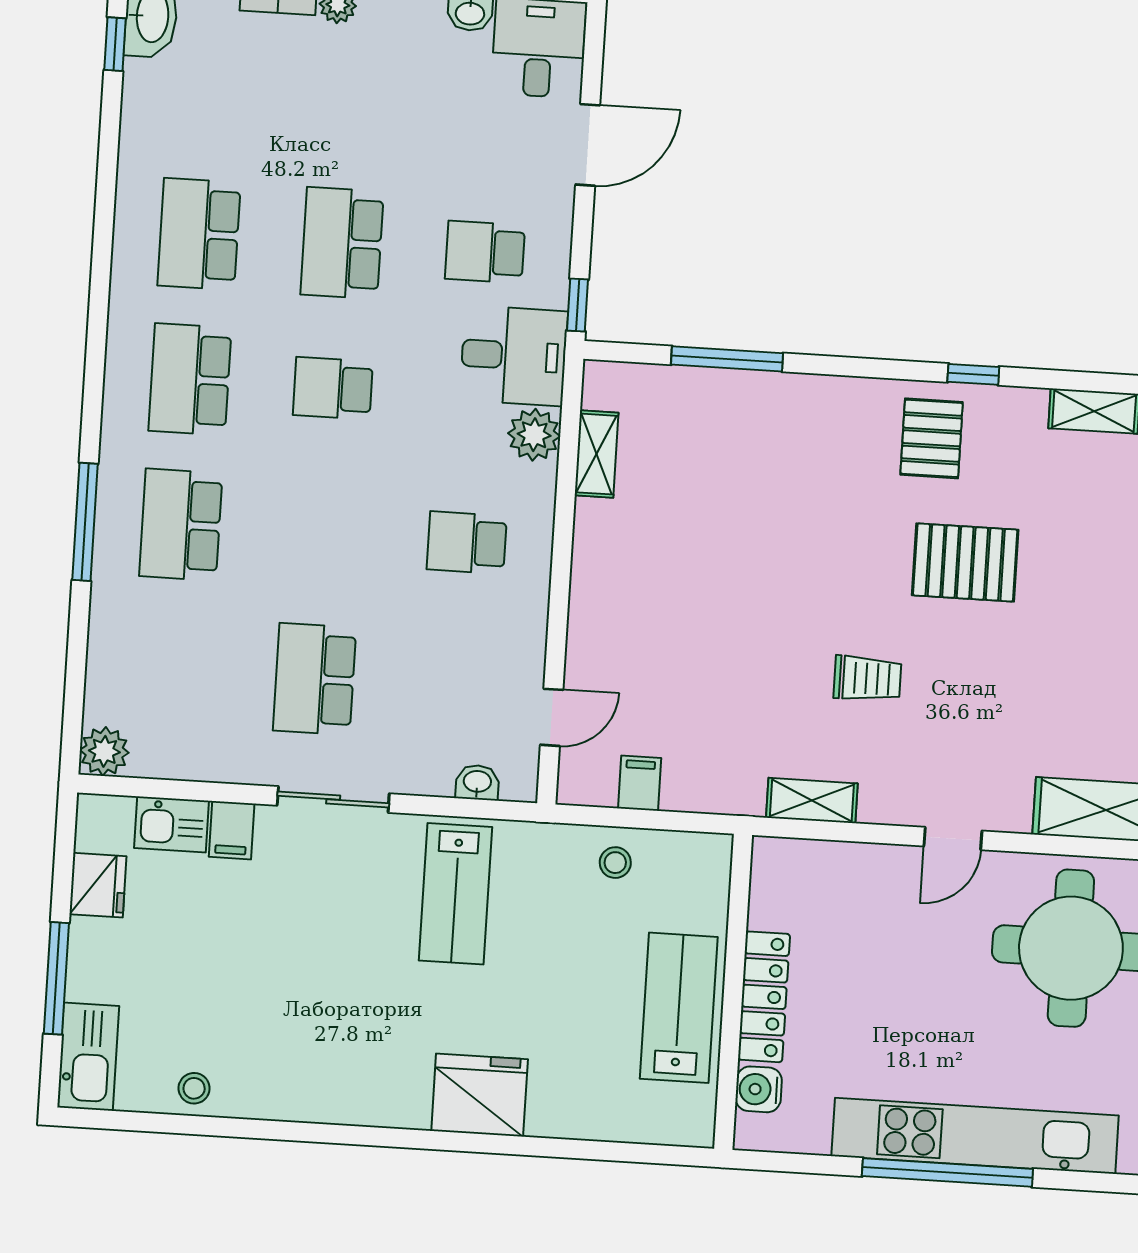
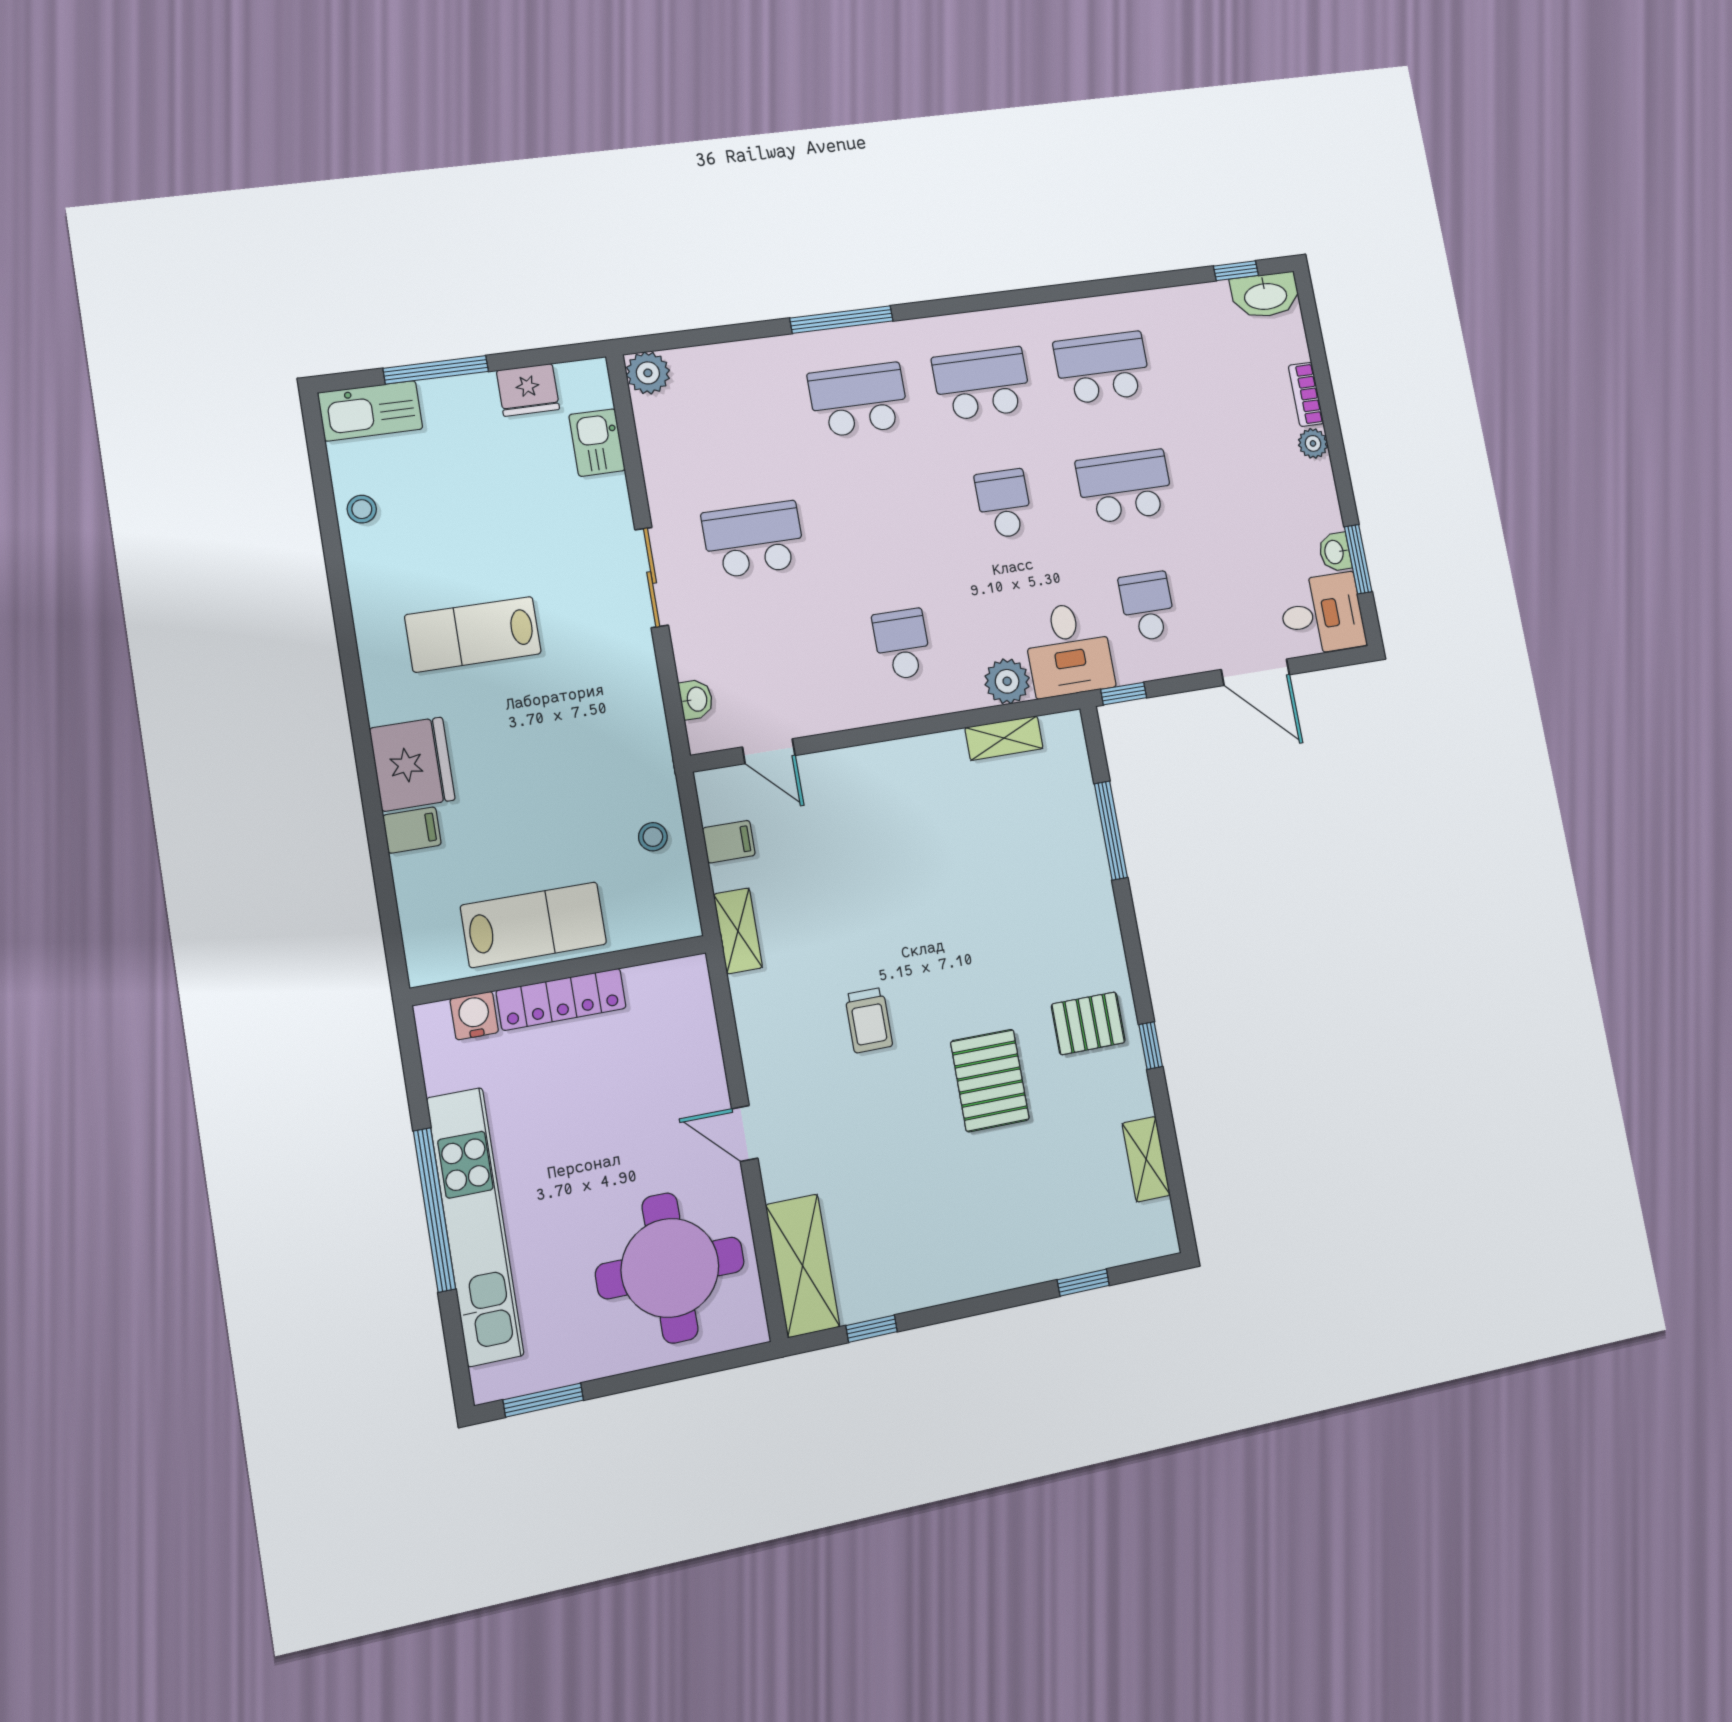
shelving: (812, 800) -> (738, 931), moved
filing cabinet: (232, 830) -> (412, 830), moved, turned 180
lab bench: (456, 894) -> (473, 634), moved

